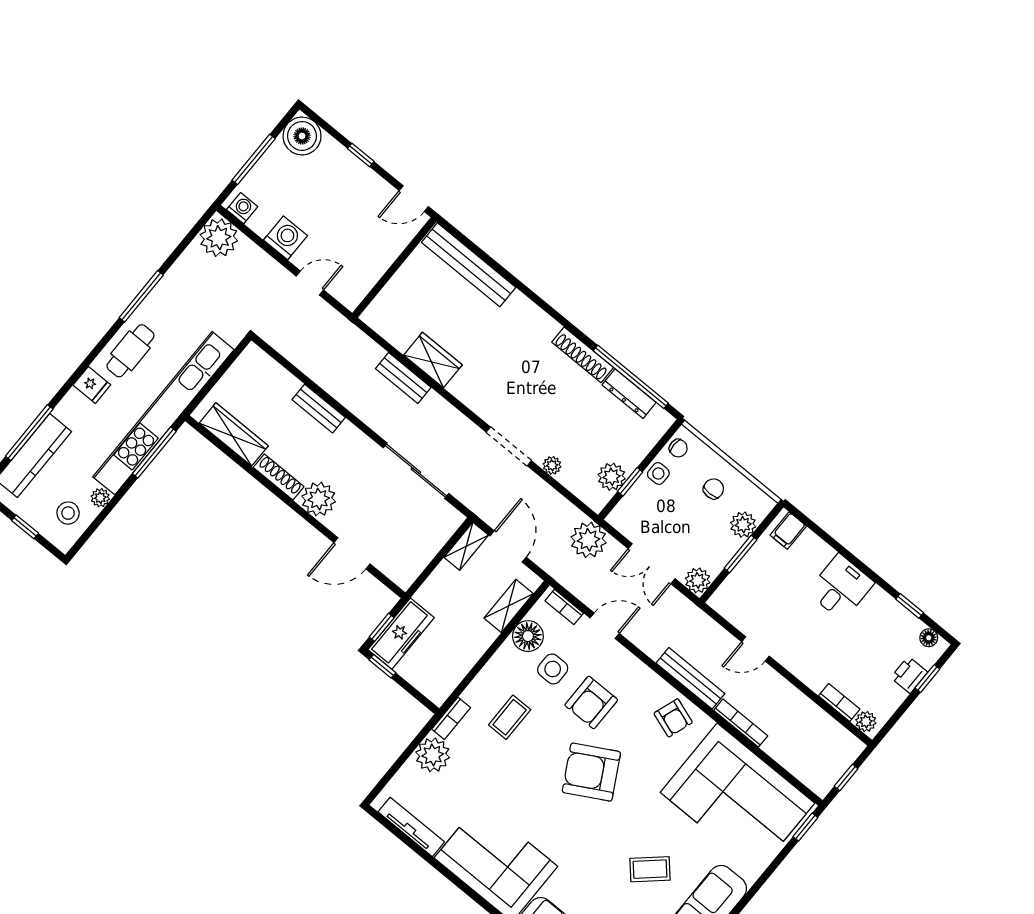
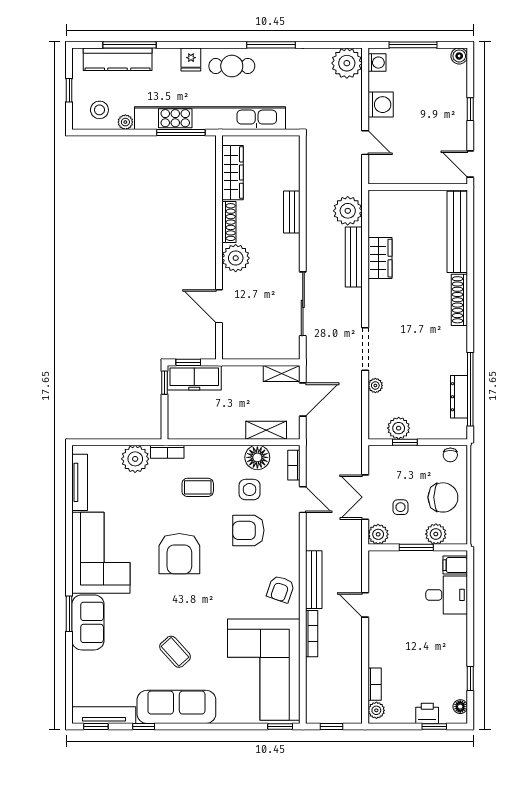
boiler: (302, 136) -> (459, 56), width x0.54, depth x0.54
shoe rack: (583, 355) -> (459, 300), moved
bench: (403, 378) -> (354, 257), width x1.36
side table: (658, 474) -> (401, 507), moved
chair: (714, 489) -> (443, 497), width x1.87, depth x1.87
plant: (589, 540) -> (348, 211), moved
desk: (841, 587) -> (447, 595), moved
armchair: (591, 772) -> (179, 554), moved, turned -151

